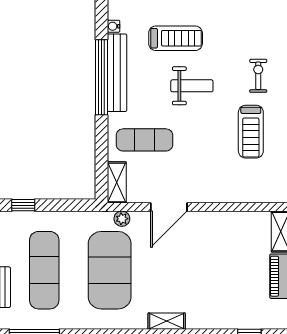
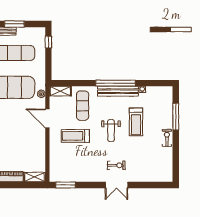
treadmill: (251, 132) -> (75, 136), moved

